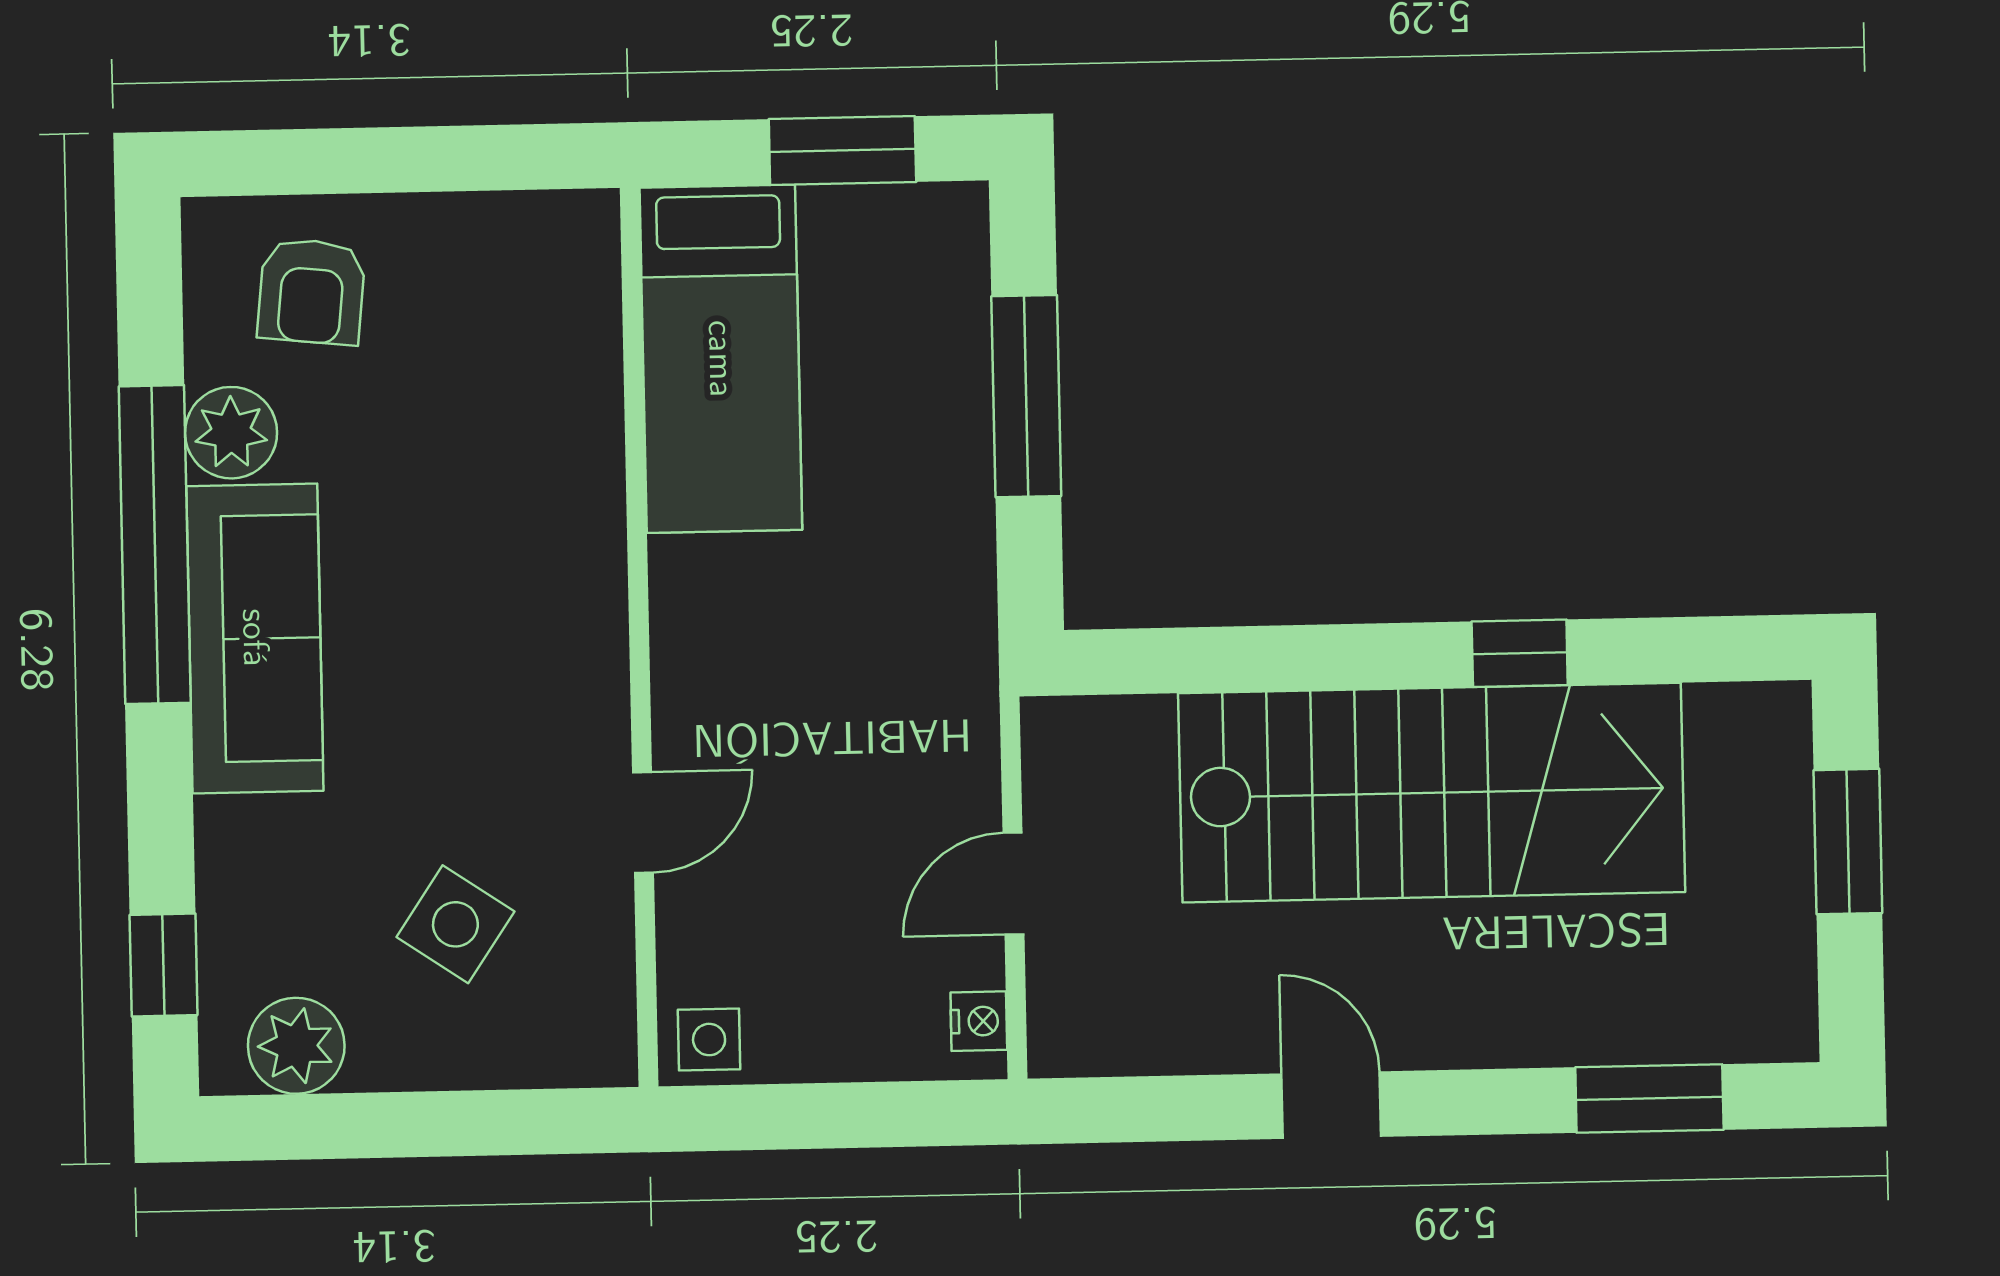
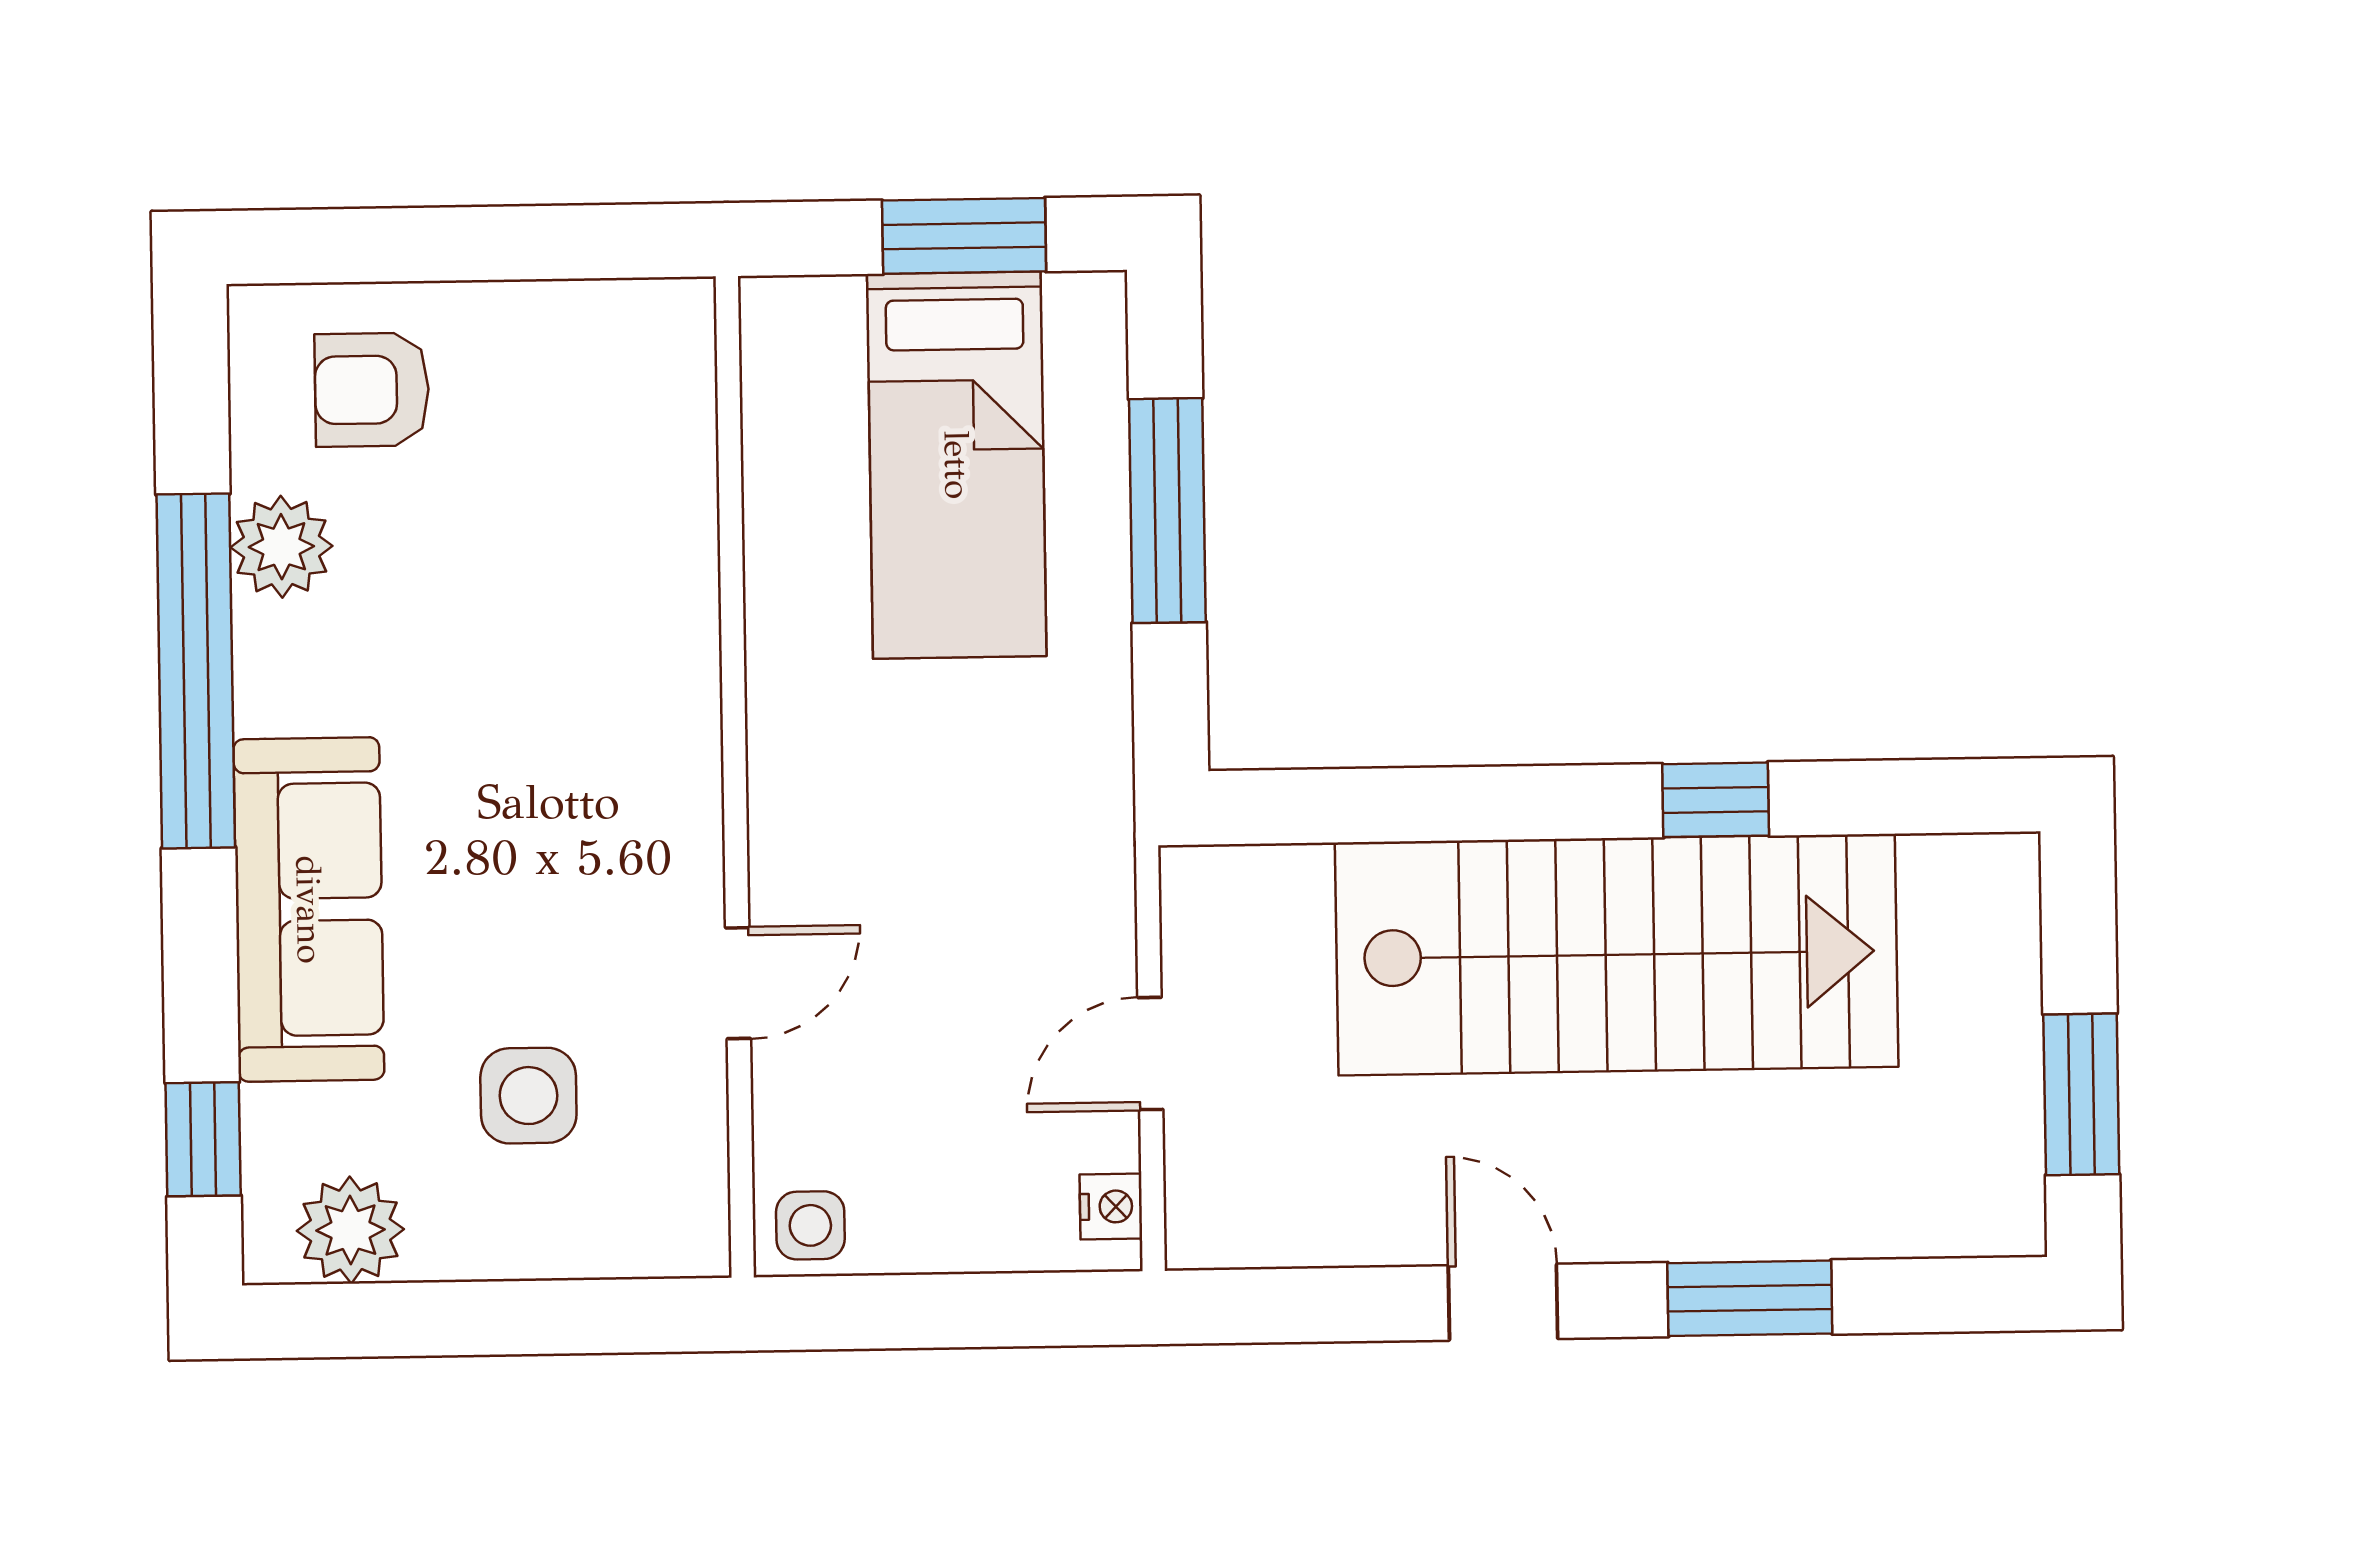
armchair: (311, 291) -> (372, 390), turned 84
bed: (721, 359) -> (957, 465), moved
sofa: (255, 638) -> (309, 909), moved
window: (1848, 842) -> (2081, 1094), moved
side table: (455, 924) -> (528, 1096), turned -34
window: (1649, 1098) -> (1750, 1298), moved

